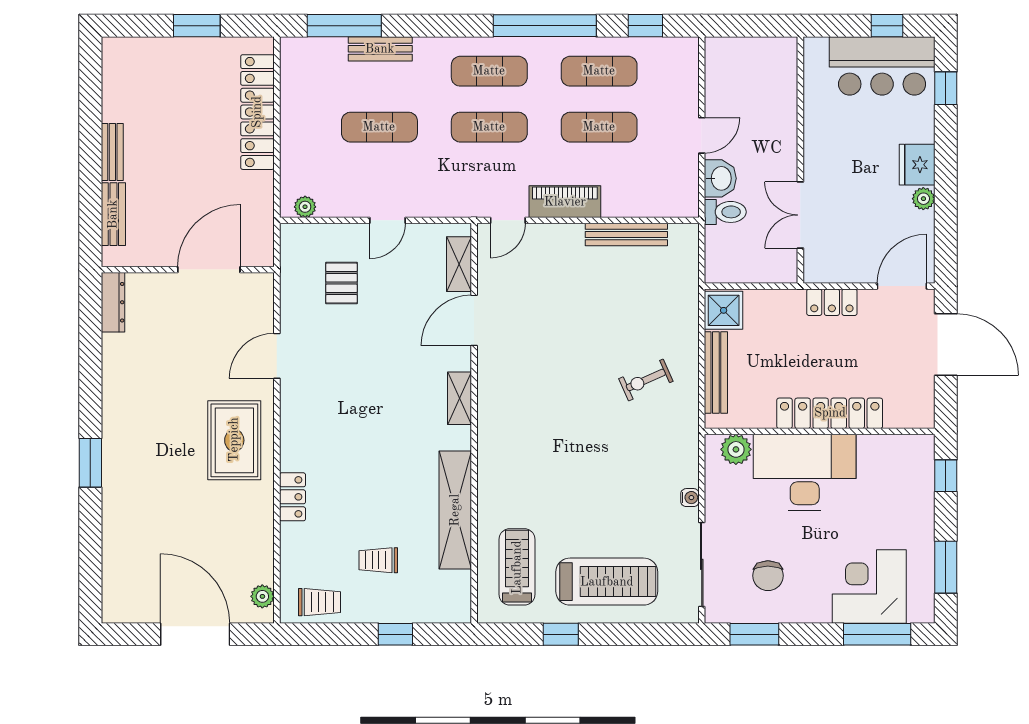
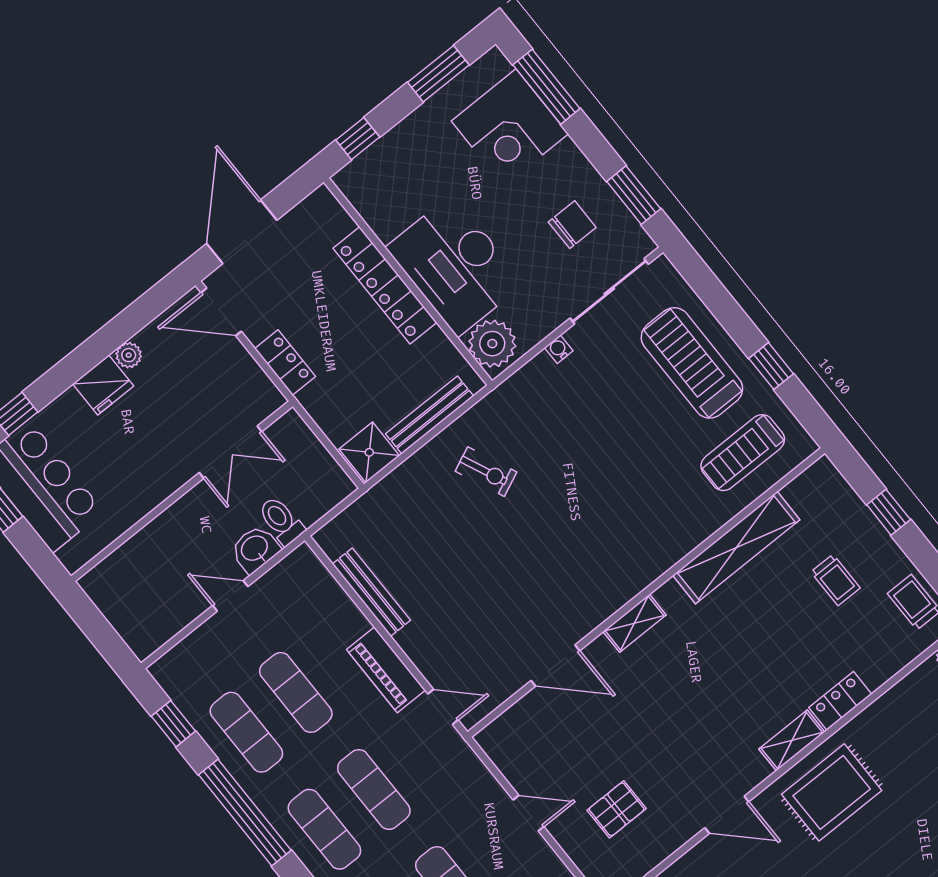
shelving: (459, 264) -> (792, 740), moved
plant: (736, 449) -> (492, 344), width x1.36, depth x1.36

